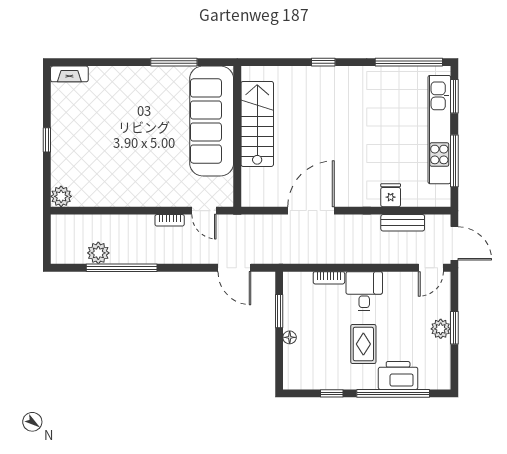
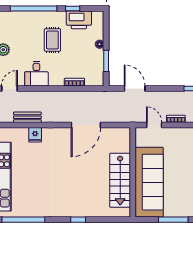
desk: (364, 291) -> (36, 74), moved
printer: (398, 376) -> (79, 20), moved

